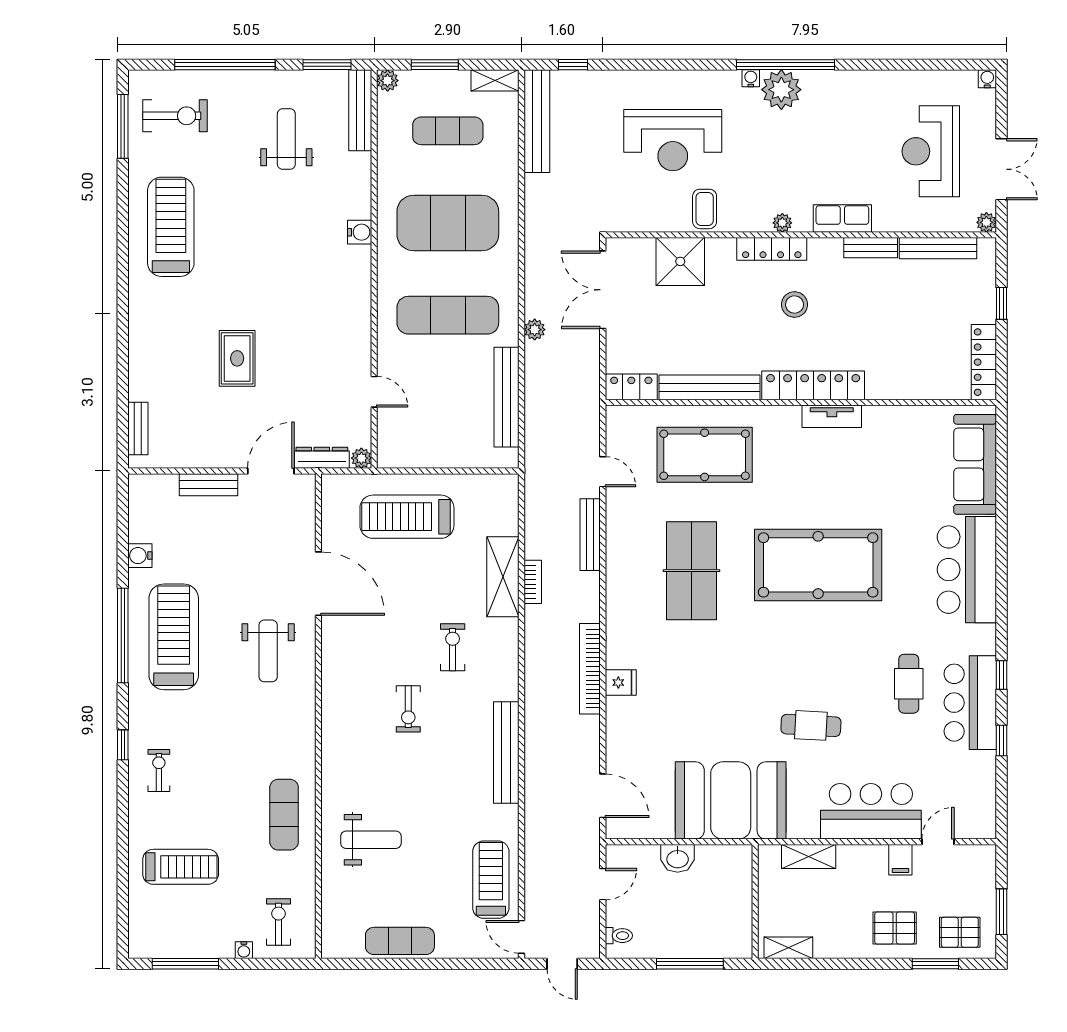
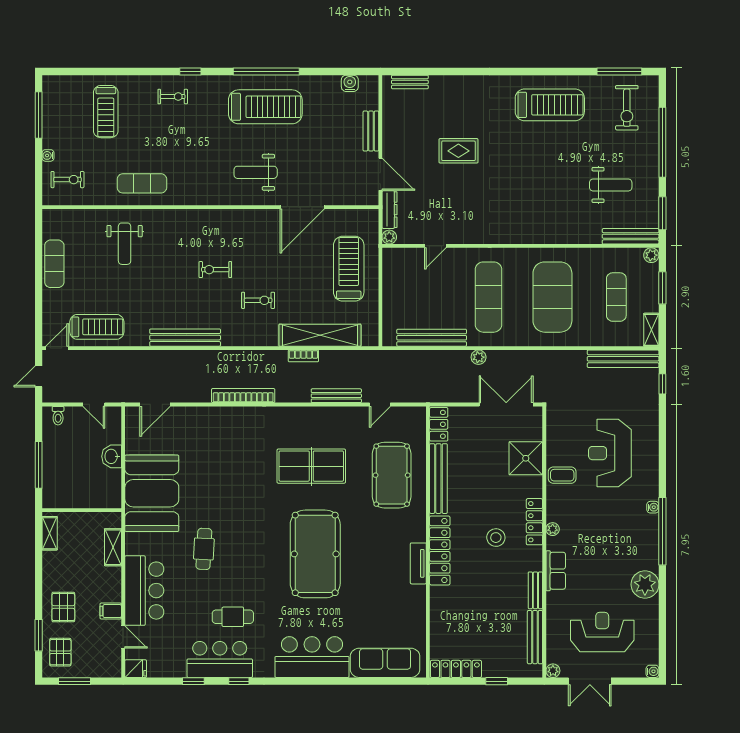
plant: (781, 90) -> (645, 584), moved
water cooler: (360, 232) -> (546, 236), removed
water cooler: (140, 556) -> (350, 83), moved
shelving: (503, 577) -> (320, 335), width x1.47
fridge: (621, 683) -> (136, 669), moved, turned -90

